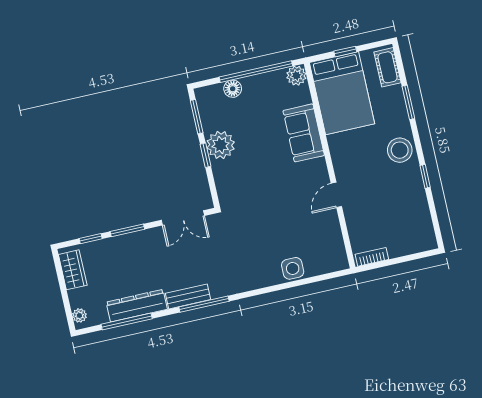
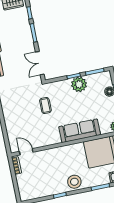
sofa: (304, 133) -> (80, 131), width x1.36
door: (336, 195) -> (26, 152), moved
coffee table: (261, 206) -> (45, 106), added
side table: (293, 268) -> (11, 122), removed

